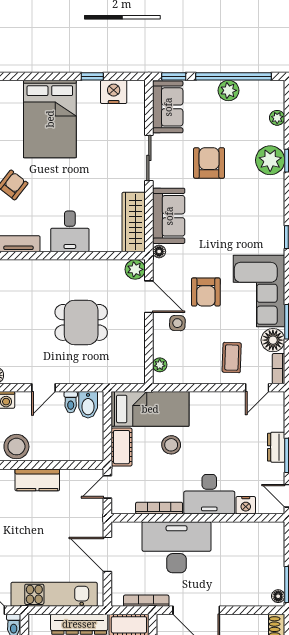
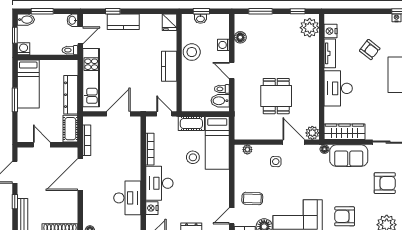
desk: (70, 231) -> (338, 88), width x1.37
armchair: (206, 292) -> (345, 216), moved
door: (149, 297) -> (294, 142), swing flipped
door: (257, 388) -> (232, 216), hinge flipped
desk: (177, 547) -> (127, 198), moved, width x0.73, depth x0.77

